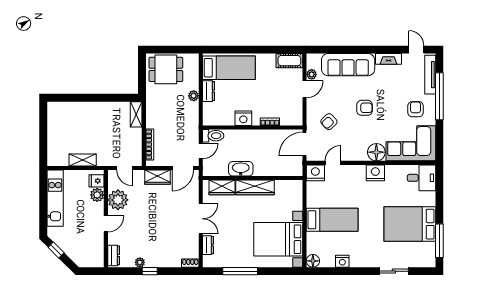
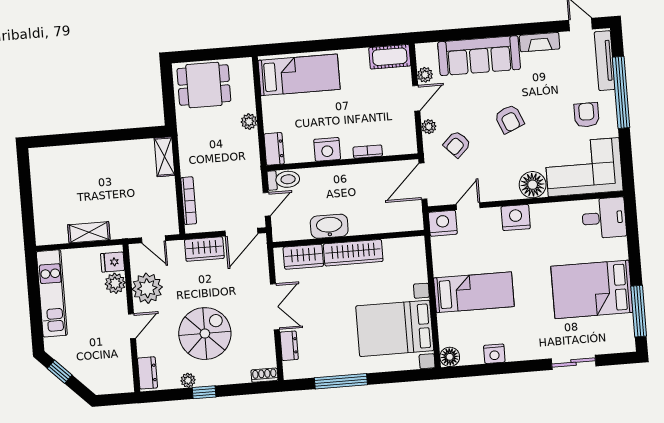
dresser: (209, 91) -> (274, 149), moved
armchair: (365, 108) -> (509, 119), turned 67
plant: (311, 109) -> (429, 127), added
nightstand: (375, 173) -> (516, 218), moved
spiral stairs: (153, 233) -> (205, 334), added

